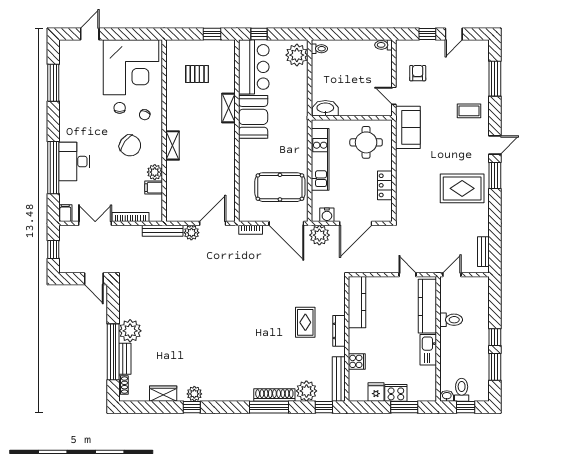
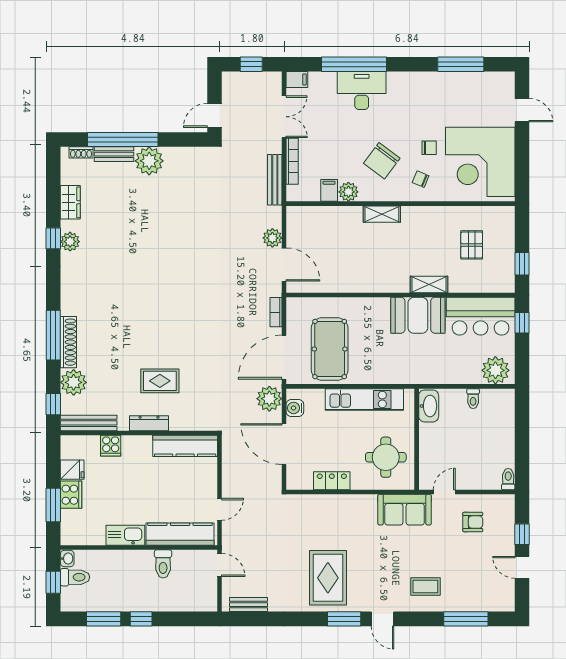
toilet: (319, 49) -> (473, 399), moved
coffee table: (469, 111) -> (425, 586), turned 90
bench: (163, 231) -> (275, 180), moved

